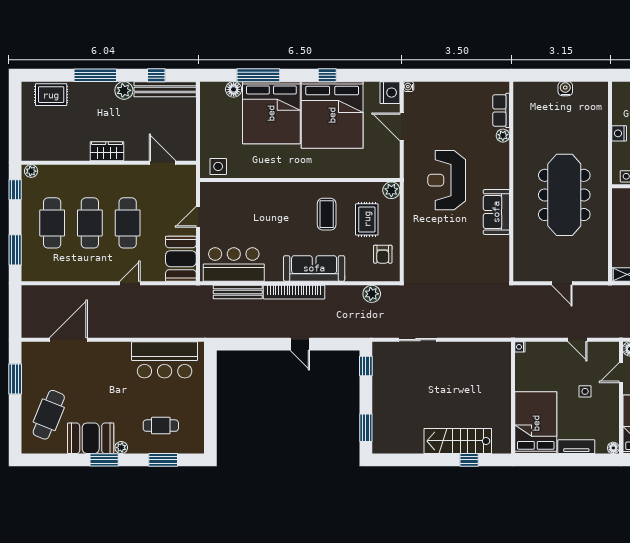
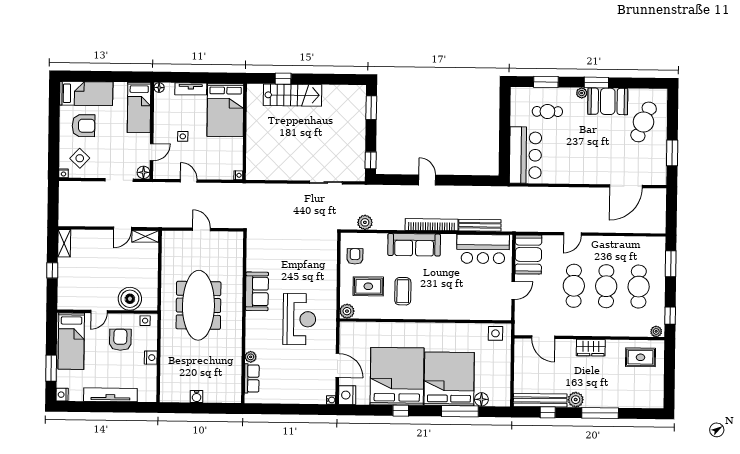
rug: (51, 95) -> (640, 357), moved
rug: (367, 219) -> (368, 286), turned 90
bar counter: (165, 360) -> (525, 155), moved, turned 90

